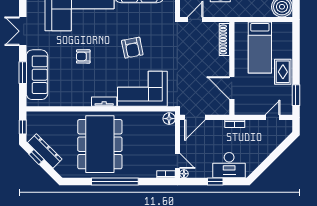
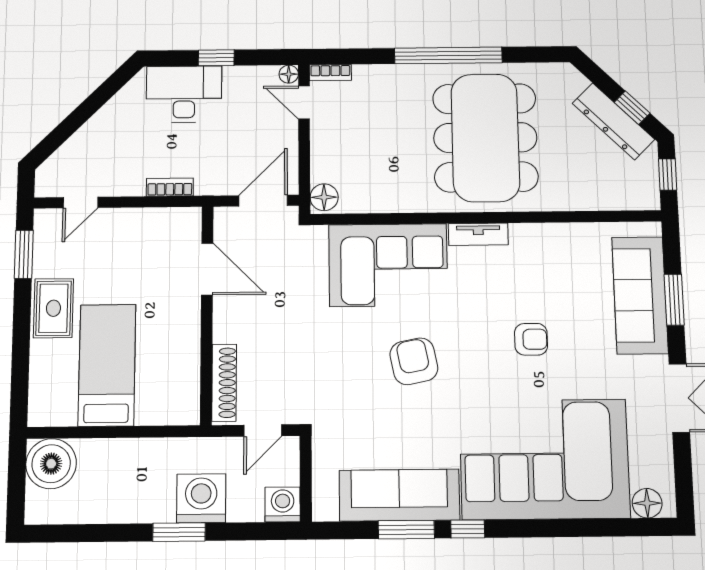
shoe rack: (224, 40) -> (224, 383), moved
wall: (232, 68) -> (207, 314), moved
door: (232, 88) -> (207, 269), moved

